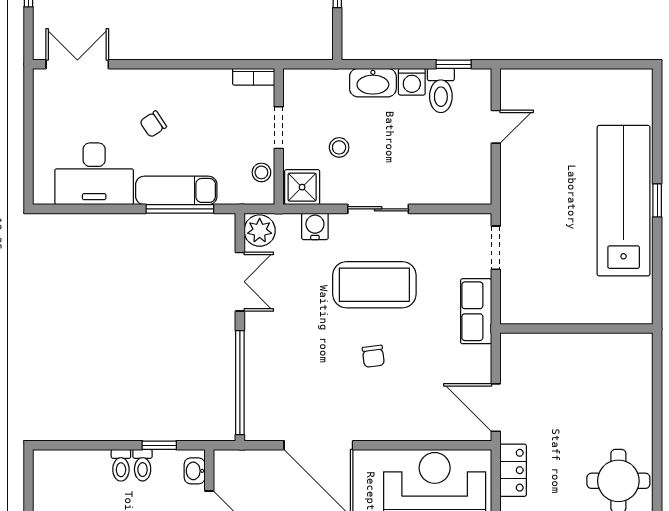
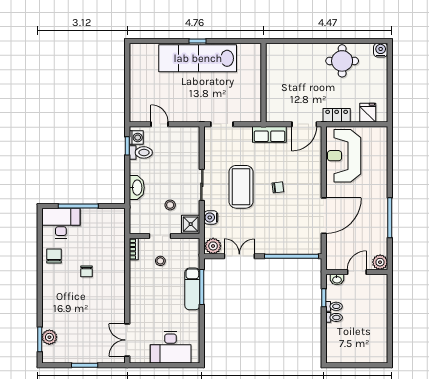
washing machine: (412, 82) -> (136, 138), moved
chair: (153, 124) -> (158, 301), removed
stool: (261, 172) -> (160, 261), moved
desk: (94, 174) -> (171, 347), moved, turned 90
row of seats: (476, 311) -> (269, 134), moved

